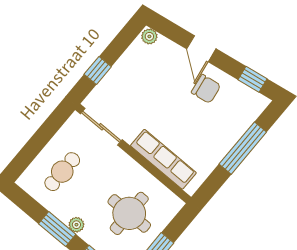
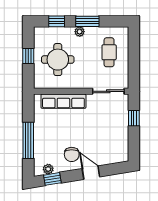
plant: (149, 36) -> (48, 169), moved
chair: (206, 89) -> (72, 154), turned -81

